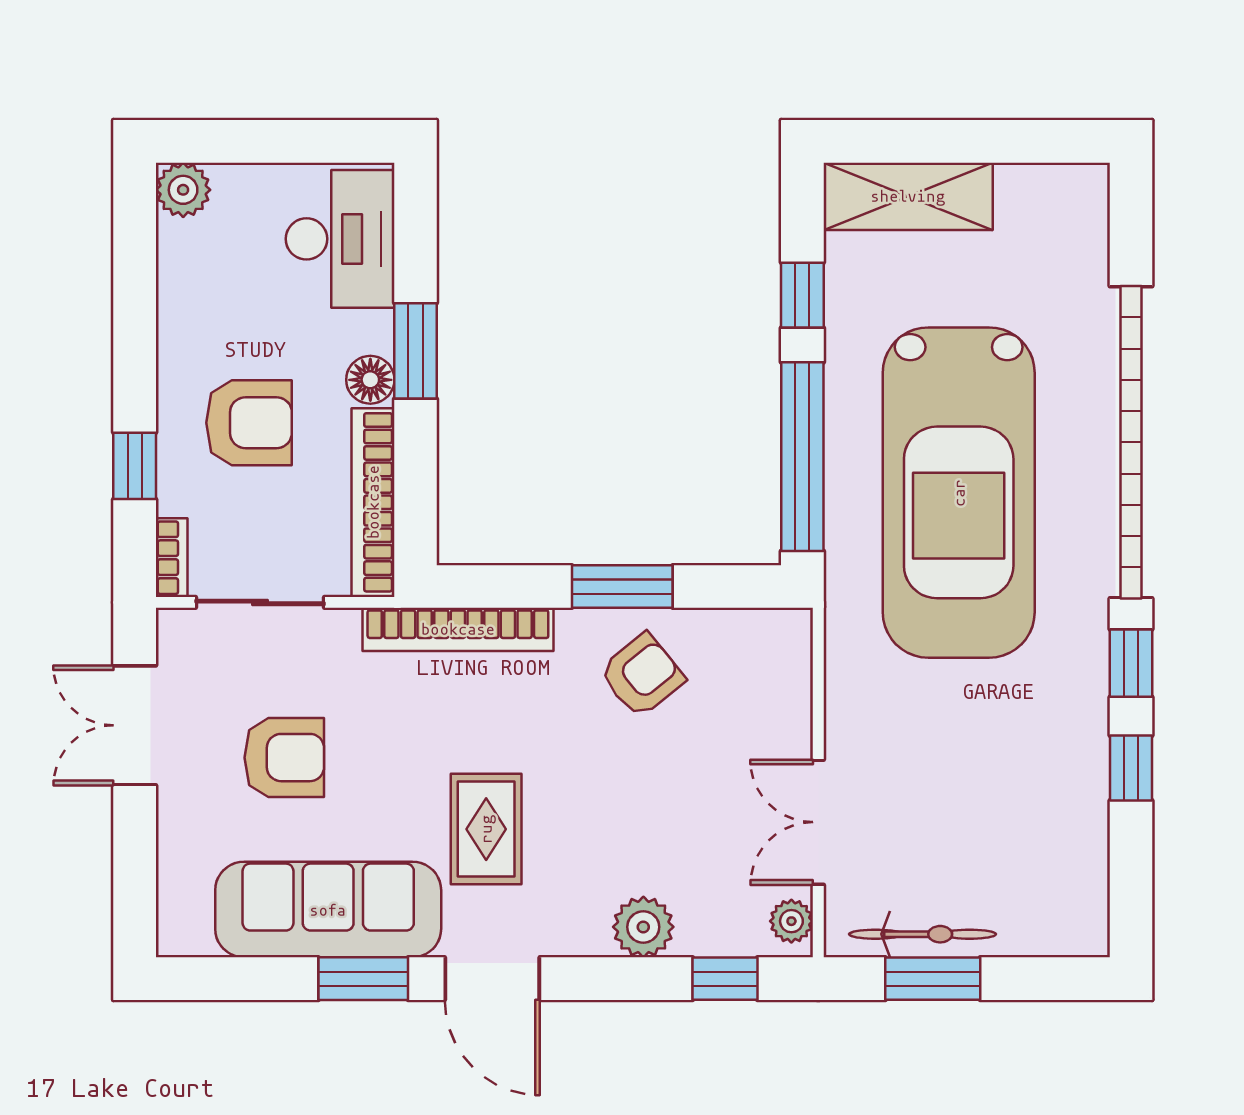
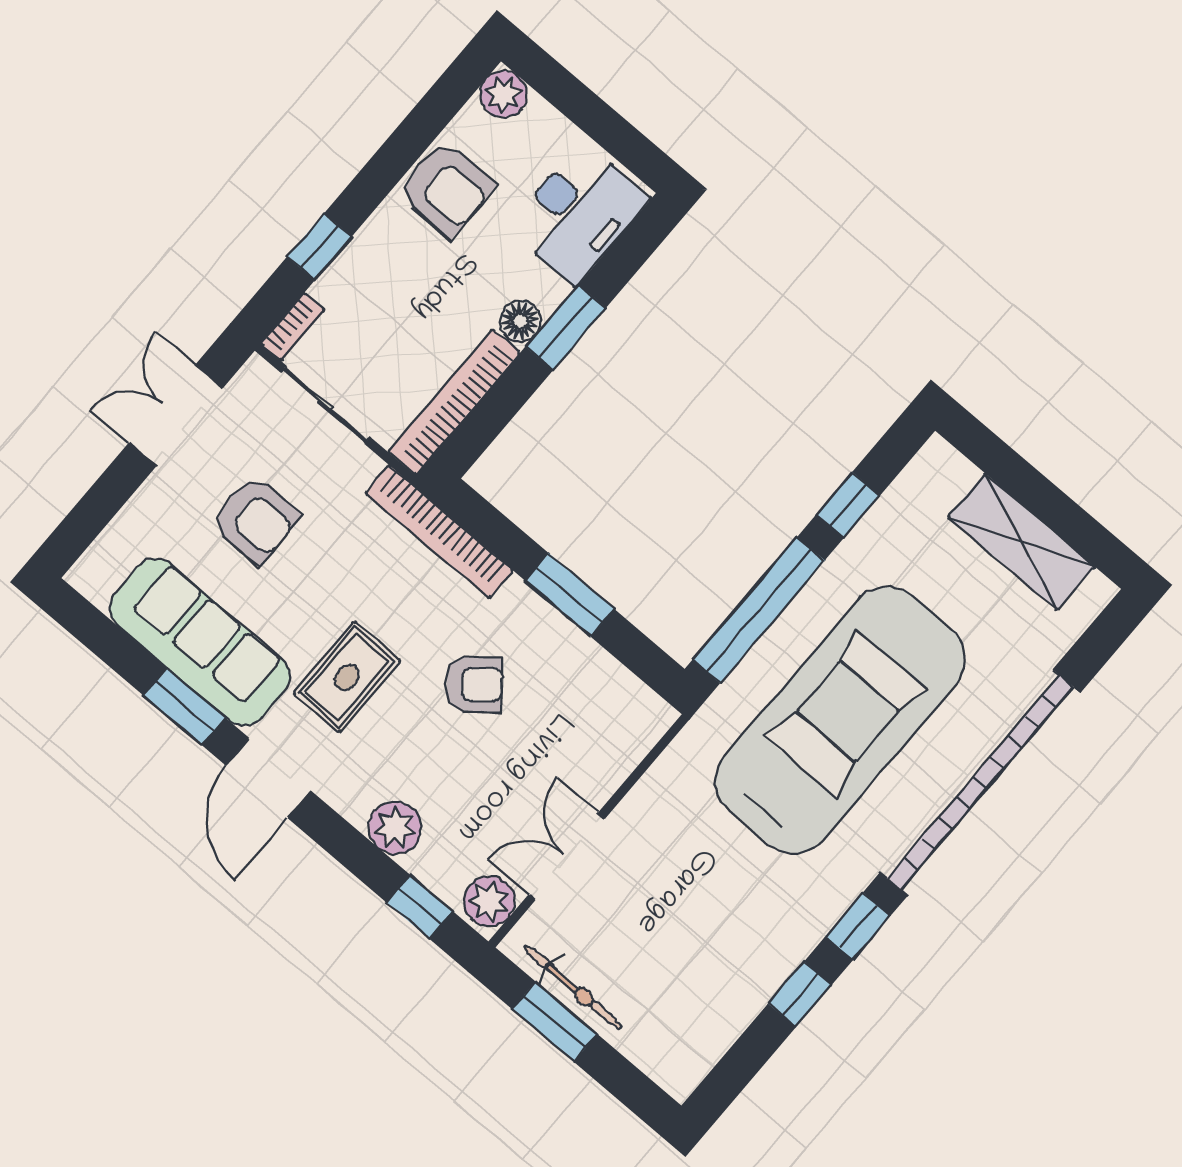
shelving: (908, 196) -> (1021, 542), moved
armchair: (249, 423) -> (447, 189), moved
car: (959, 493) -> (840, 720), turned 180
armchair: (642, 675) -> (474, 685), moved
plant: (791, 921) -> (489, 902), width x1.38, depth x1.38

